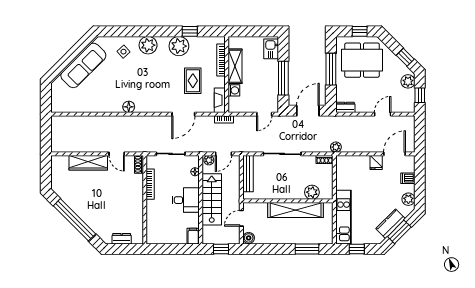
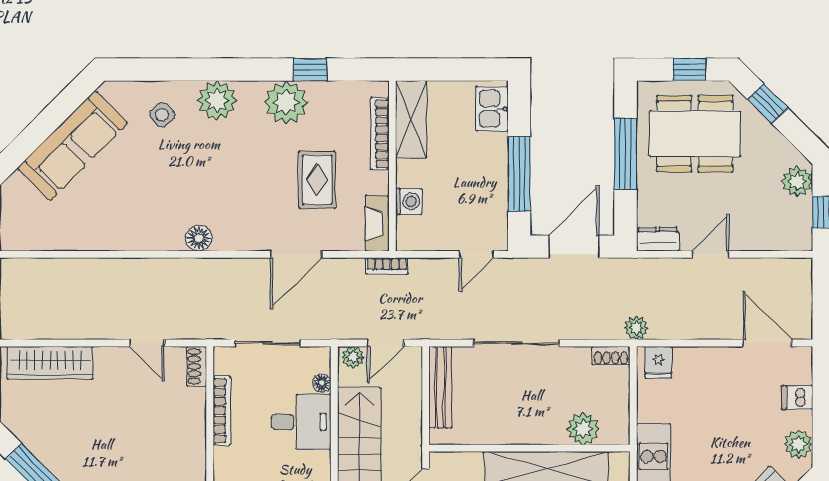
window: (405, 57) -> (768, 104), moved
shelving: (235, 66) -> (411, 119), moved
floor lamp: (129, 107) -> (199, 238), moved
door: (383, 114) -> (711, 254), moved
door: (394, 154) -> (767, 343), hinge flipped
fridge: (376, 162) -> (658, 362), moved
wardrobe: (88, 163) -> (50, 363), moved
desk: (186, 200) -> (301, 422), moved

